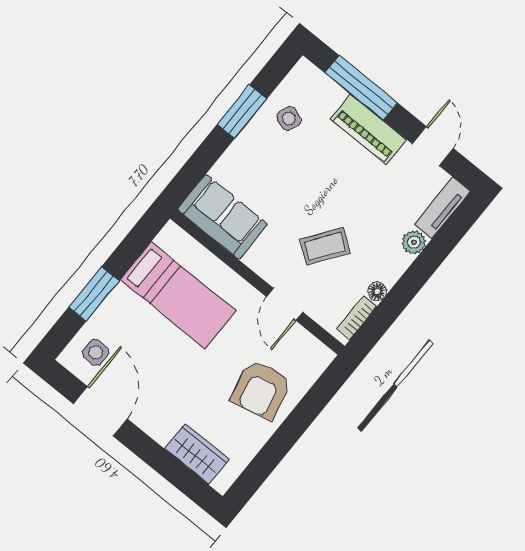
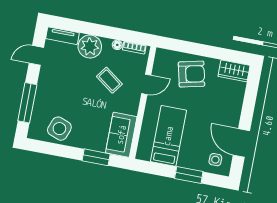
window: (242, 112) -> (96, 157), moved
side table: (289, 119) -> (59, 129), width x1.87, depth x1.87
piano: (368, 129) -> (45, 89), removed
plant: (414, 242) -> (90, 47), width x1.88, depth x1.88
door: (100, 411) -> (241, 143), hinge flipped
wardrobe: (197, 454) -> (234, 71), moved, turned -90

